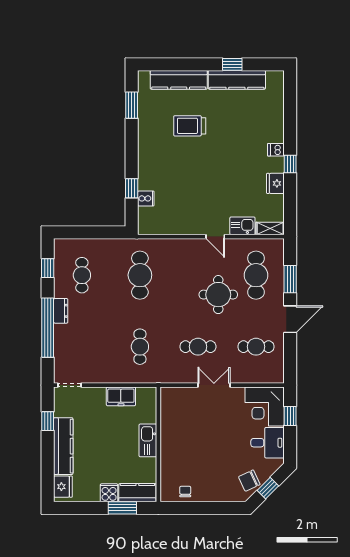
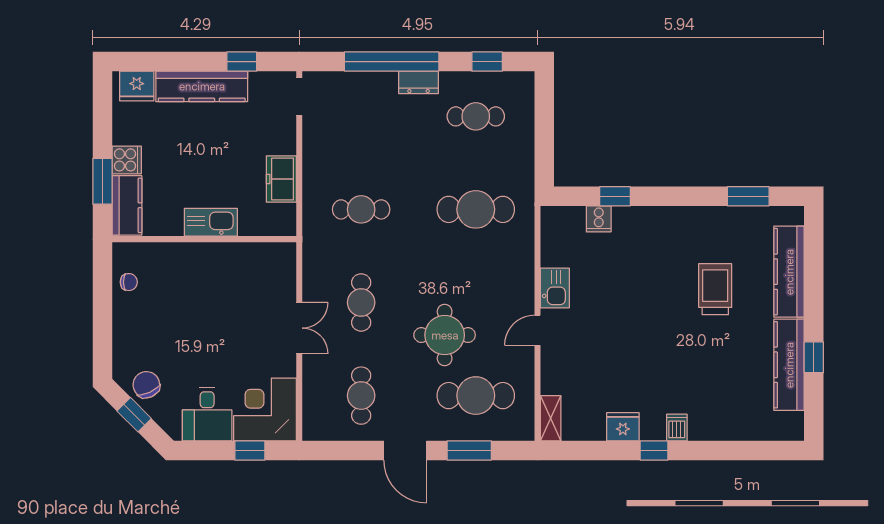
kitchen sink: (242, 226) -> (555, 288), moved

